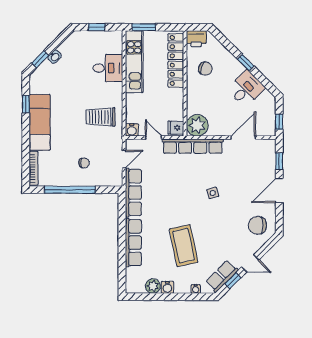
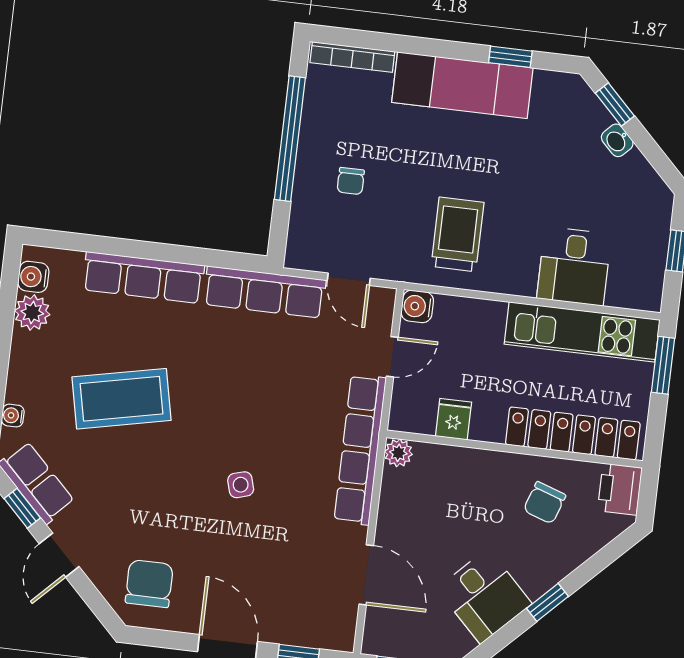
plant: (197, 125) -> (398, 453), width x0.53, depth x0.53
fridge: (176, 128) -> (453, 419), moved
water cooler: (167, 287) -> (33, 277), moved

